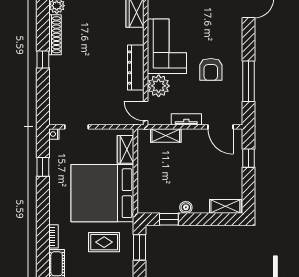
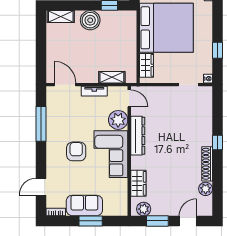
armchair: (211, 69) -> (76, 151), moved
window: (248, 158) -> (41, 58), removed
boiler: (186, 207) -> (90, 20), width x1.86, depth x1.86

